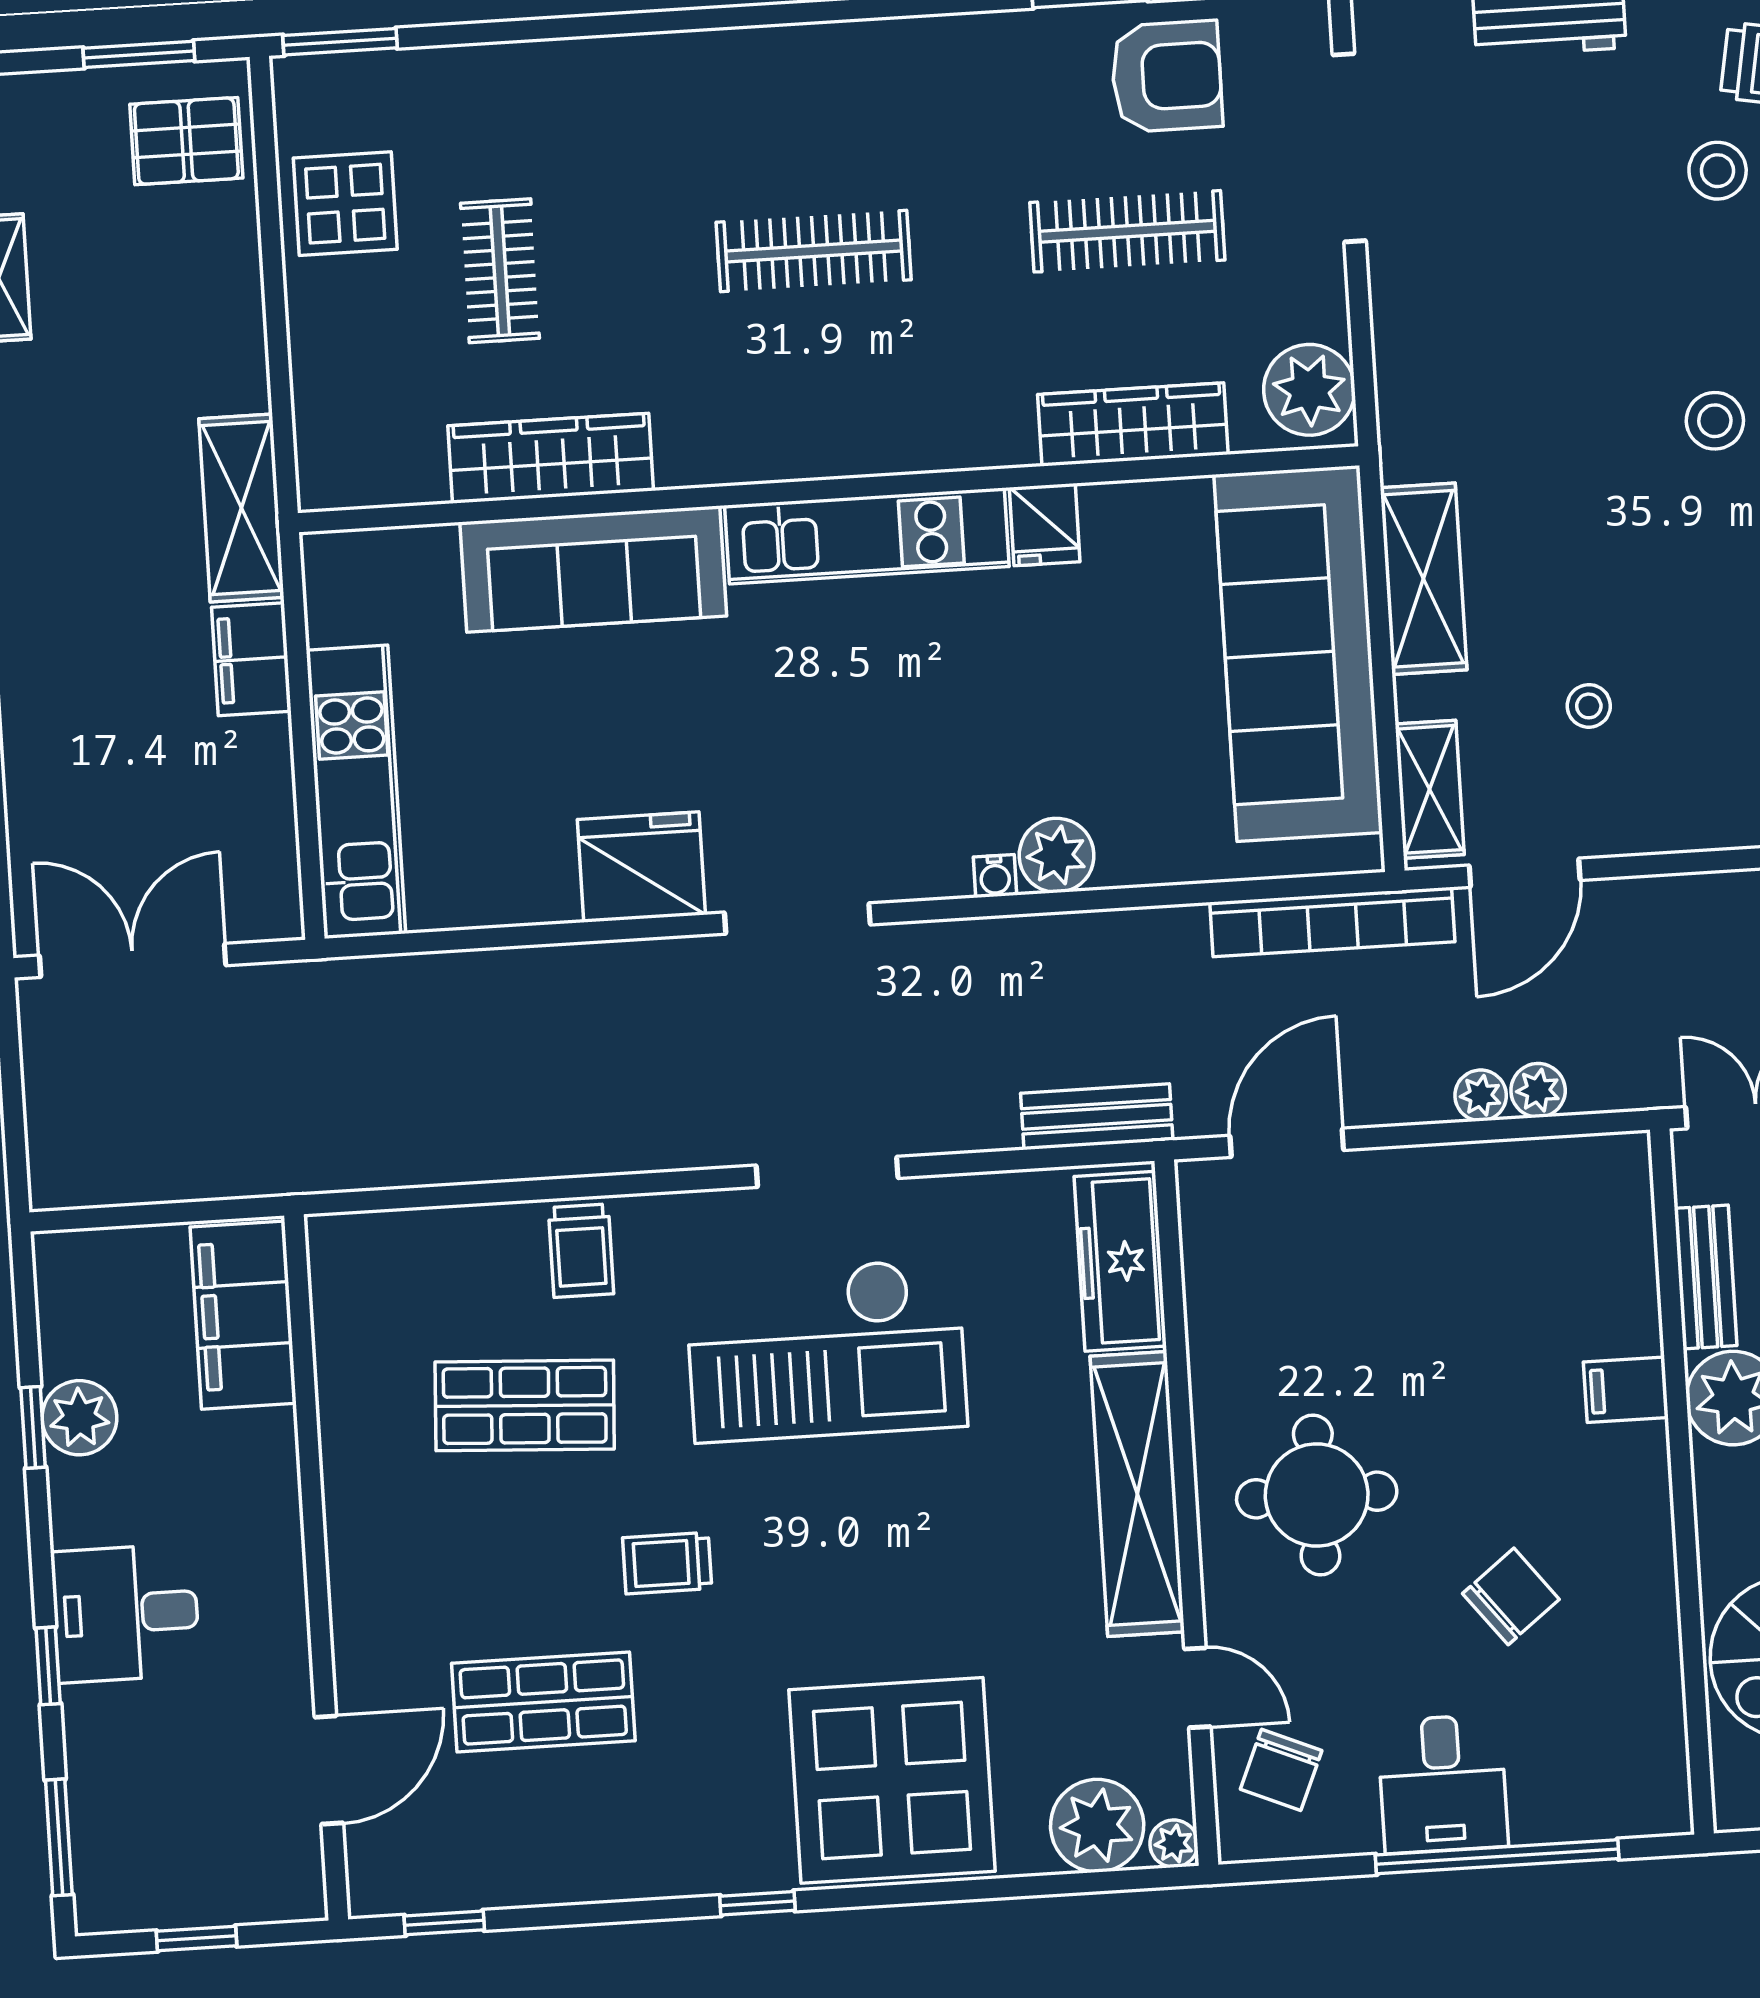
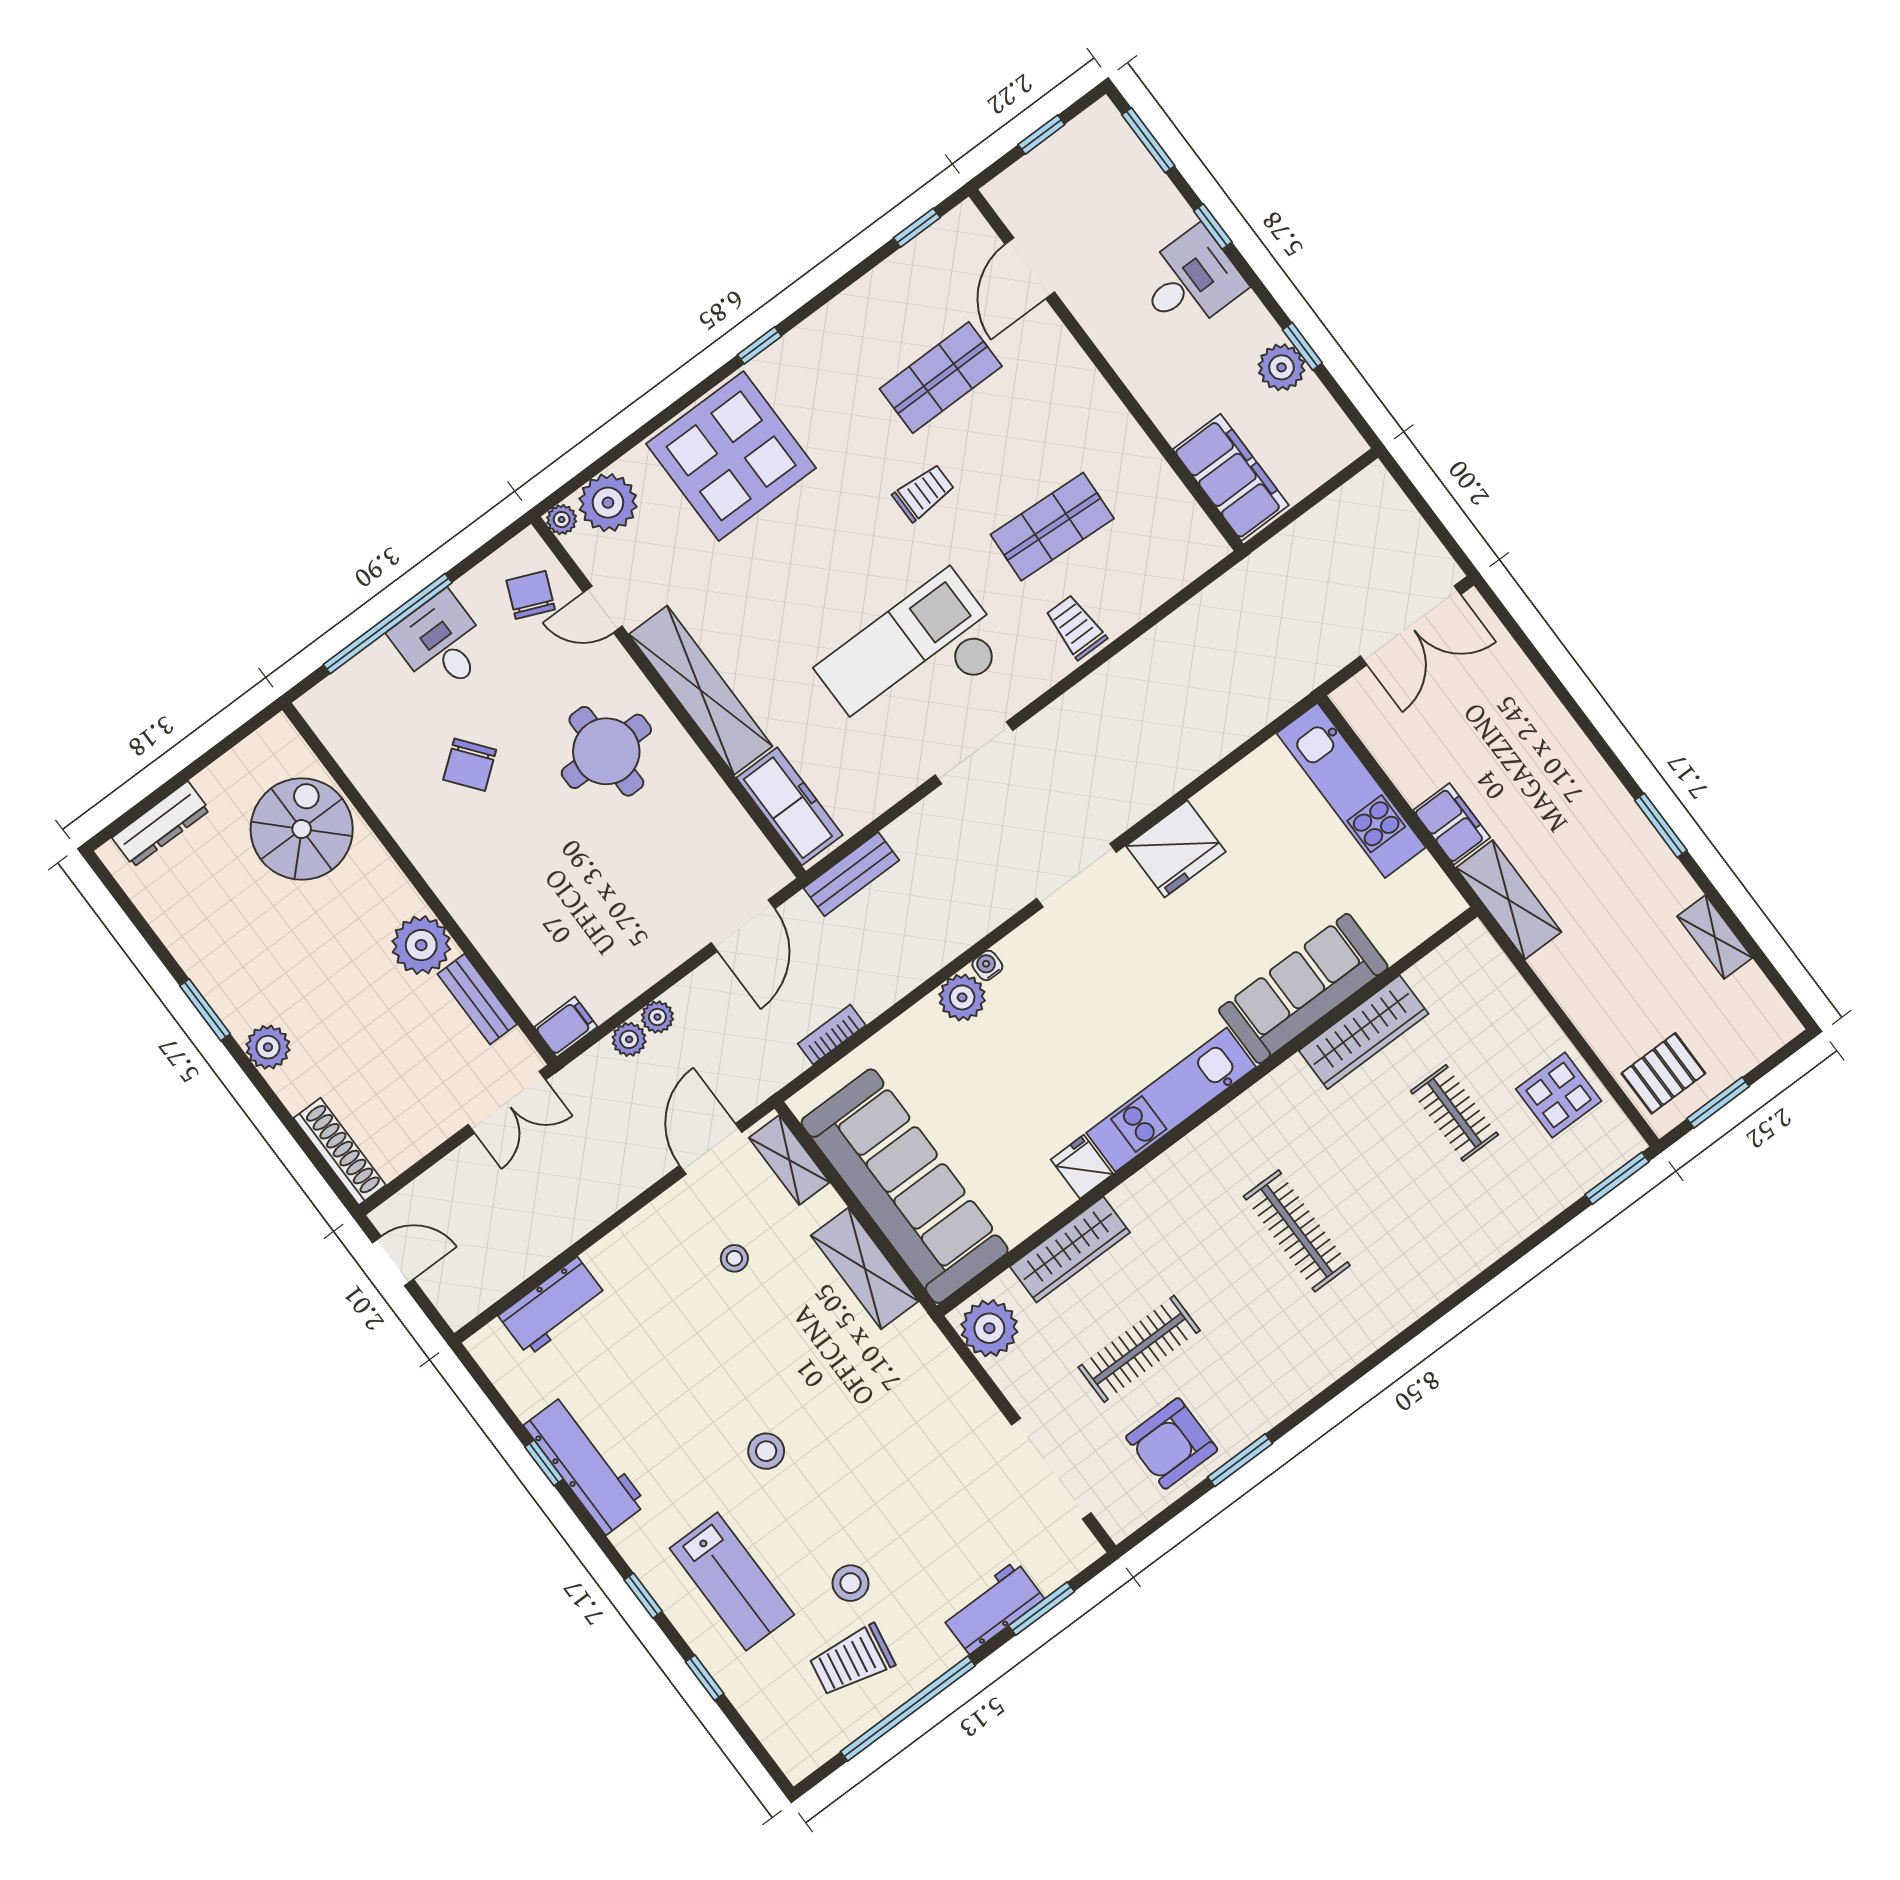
clothes rail: (814, 251) -> (1297, 1231), turned 90
bookcase: (1332, 922) -> (832, 1035), width x0.43, depth x0.76
filing cabinet: (1626, 1390) -> (566, 1027), moved

